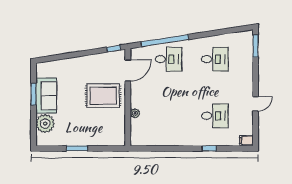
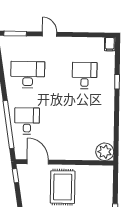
desk: (215, 59) -> (28, 75), width x1.37
door: (256, 104) -> (50, 34), moved
plant: (135, 113) -> (105, 152), moved, width x1.87, depth x1.87

